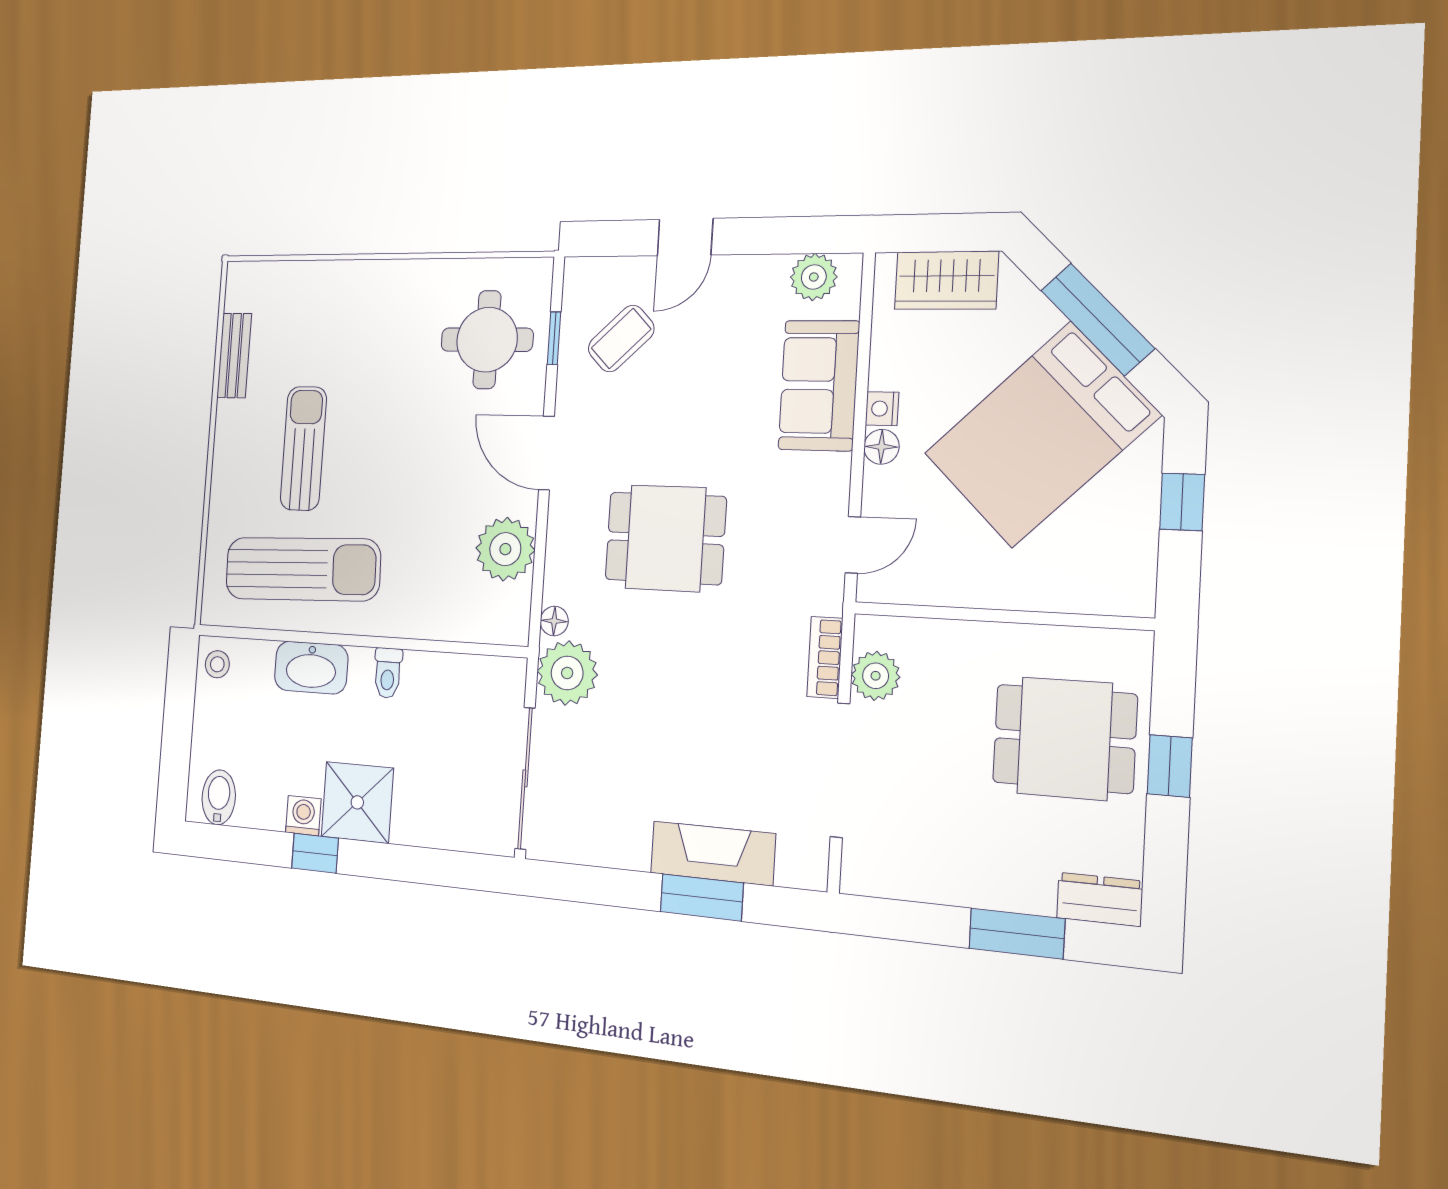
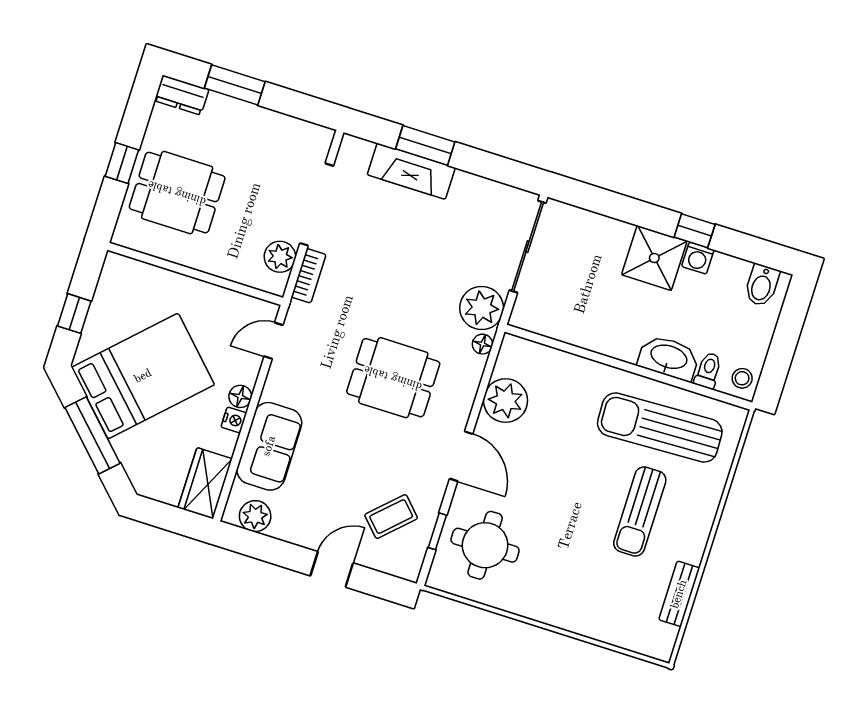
wardrobe: (946, 280) -> (205, 483), moved, turned -90
toilet: (388, 673) -> (708, 371), moved

